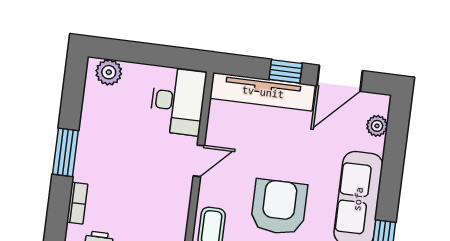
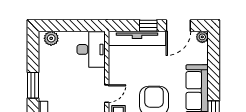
plant: (377, 126) -> (202, 37), moved
door: (199, 161) -> (107, 94), moved

